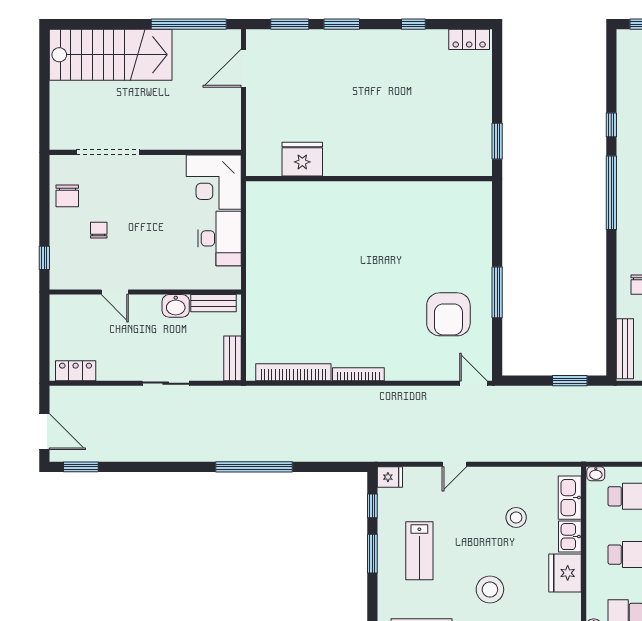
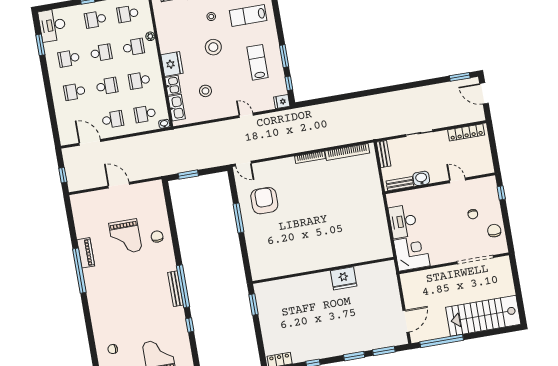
fridge: (302, 159) -> (344, 278), moved
bench: (625, 349) -> (176, 289), moved
locker: (76, 371) -> (466, 132), width x1.53
door: (454, 464) -> (246, 115), hinge flipped
window: (254, 467) -> (360, 94), removed

